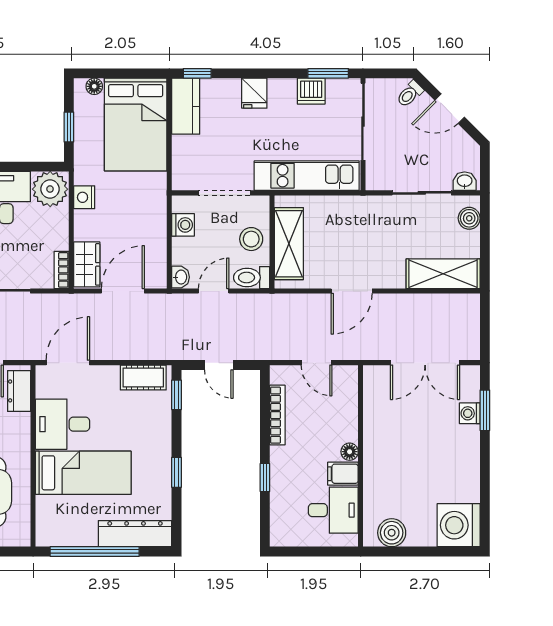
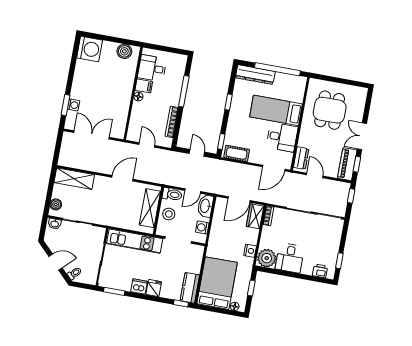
dishwasher: (311, 91) -> (139, 287), moved
washbasin: (181, 277) -> (205, 206), width x1.91, depth x1.45
window: (265, 477) -> (184, 91), width x2.17

